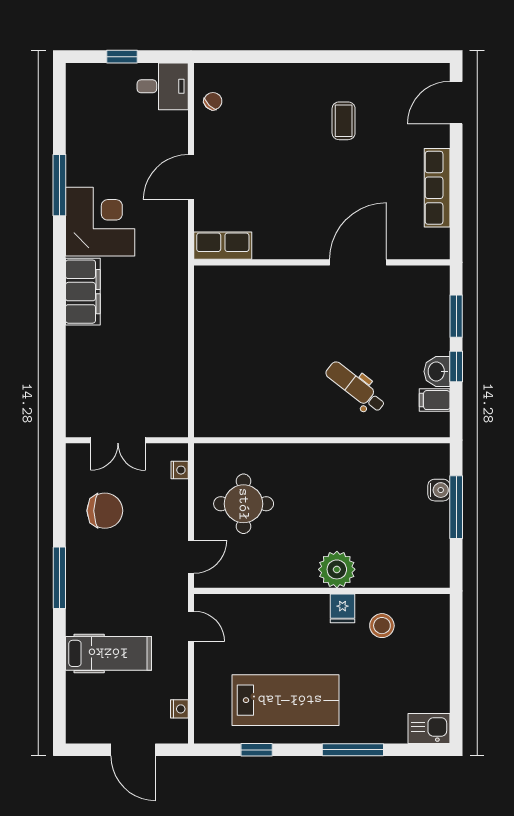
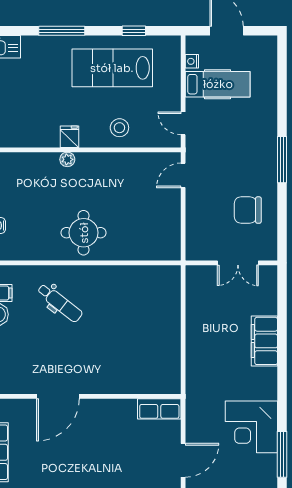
filing cabinet: (83, 292) -> (264, 341), moved
double door: (118, 440) -> (238, 263), swing flipped
nightstand: (180, 470) -> (192, 241), removed
round table: (244, 504) -> (84, 233), moved
plant: (337, 569) -> (67, 159), width x0.53, depth x0.53
stool: (382, 626) -> (119, 128), moved
hospital bed: (108, 653) -> (218, 84), moved, turned 180

